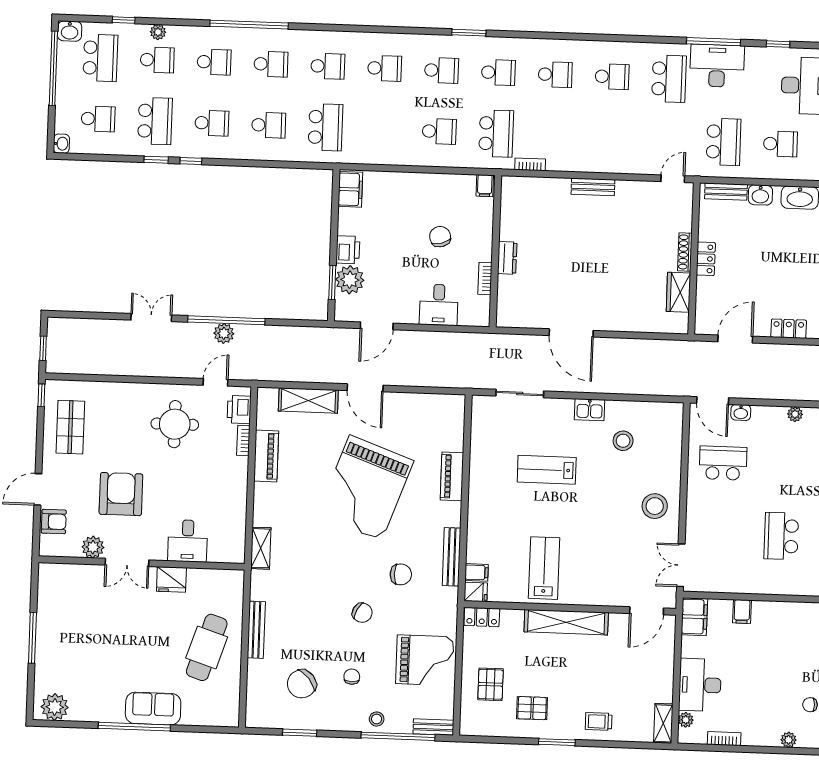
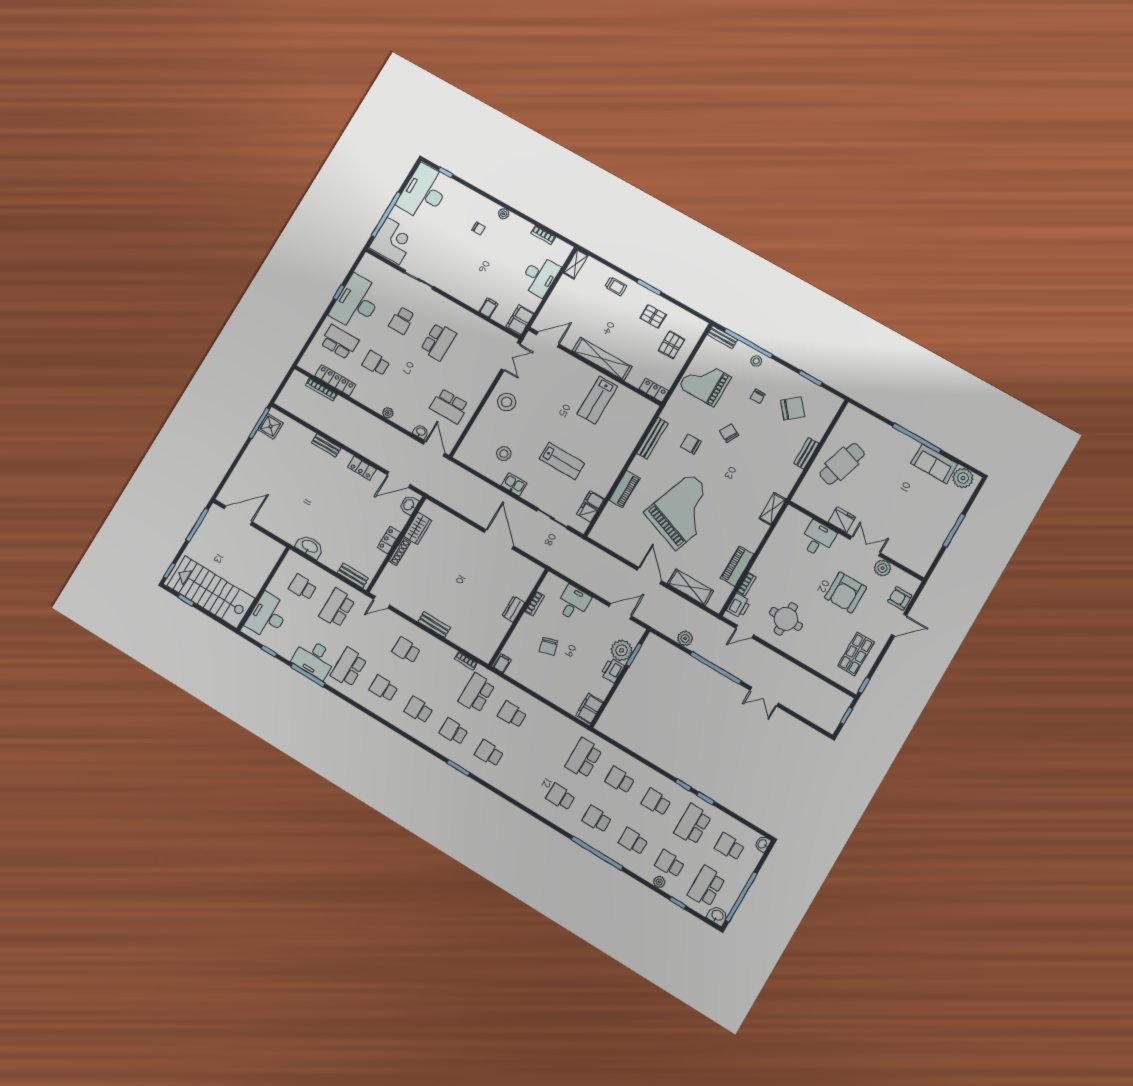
school desk: (385, 68) -> (406, 650), moved
washbasin: (760, 195) -> (409, 505), moved, turned -90
plant: (224, 333) -> (685, 638), moved
filing cabinet: (476, 572) -> (594, 500), moved
fridge: (476, 592) -> (587, 512), moved
bench: (256, 630) -> (806, 453), width x0.73
sofa: (153, 709) -> (934, 464), moved
plant: (686, 720) -> (561, 259), removed

